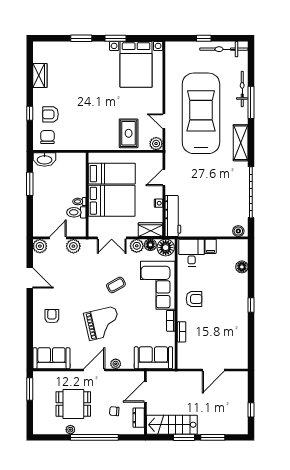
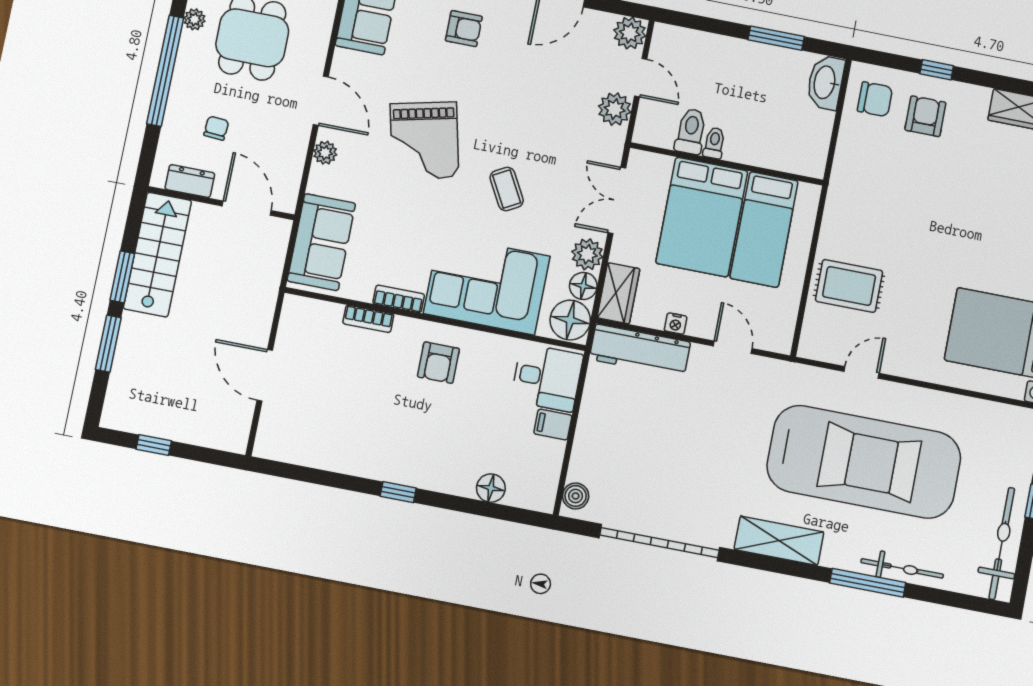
plant: (156, 144) -> (814, 345), removed

